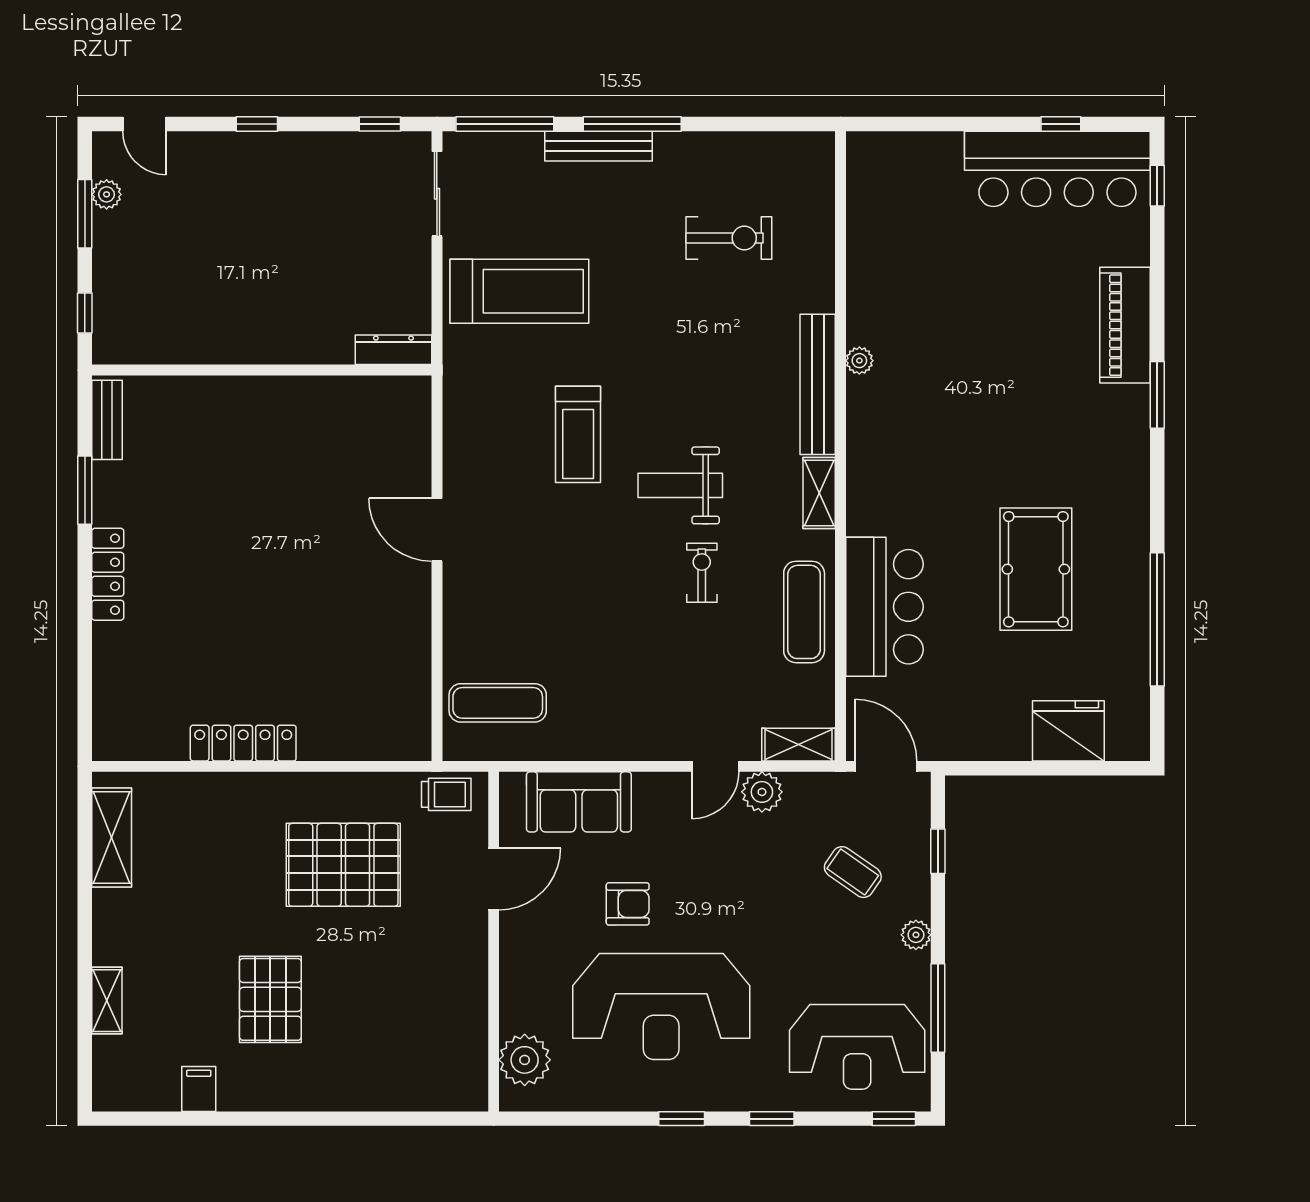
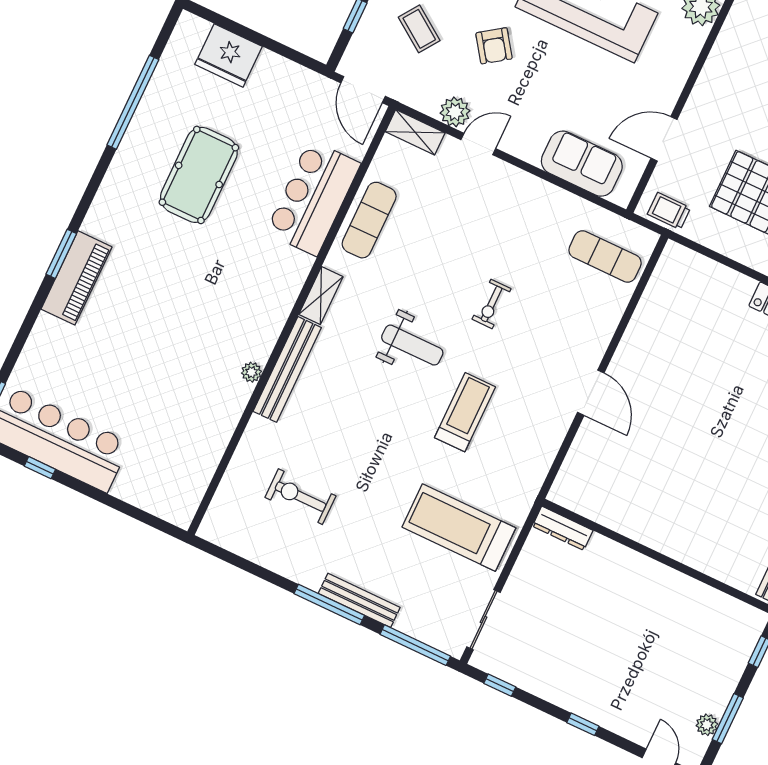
piano: (1125, 325) -> (76, 278), moved
exercise bike: (702, 573) -> (492, 304), moved
armchair: (628, 904) -> (494, 46), moved, turned -125

